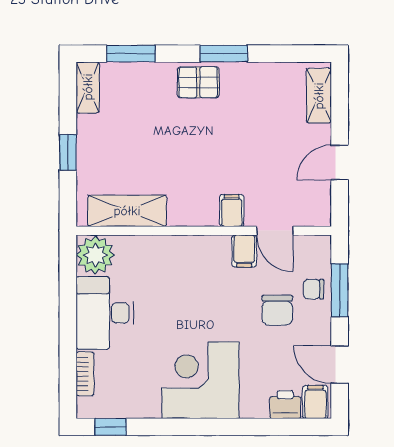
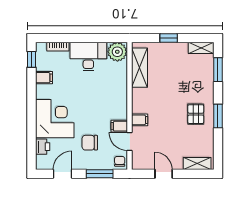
pallet: (198, 82) -> (196, 114), moved
door: (275, 231) -> (130, 141), hinge flipped
chair: (314, 289) -> (120, 161), moved
corner desk: (200, 380) -> (55, 119), moved
filing cabinet: (315, 402) -> (44, 78), moved

